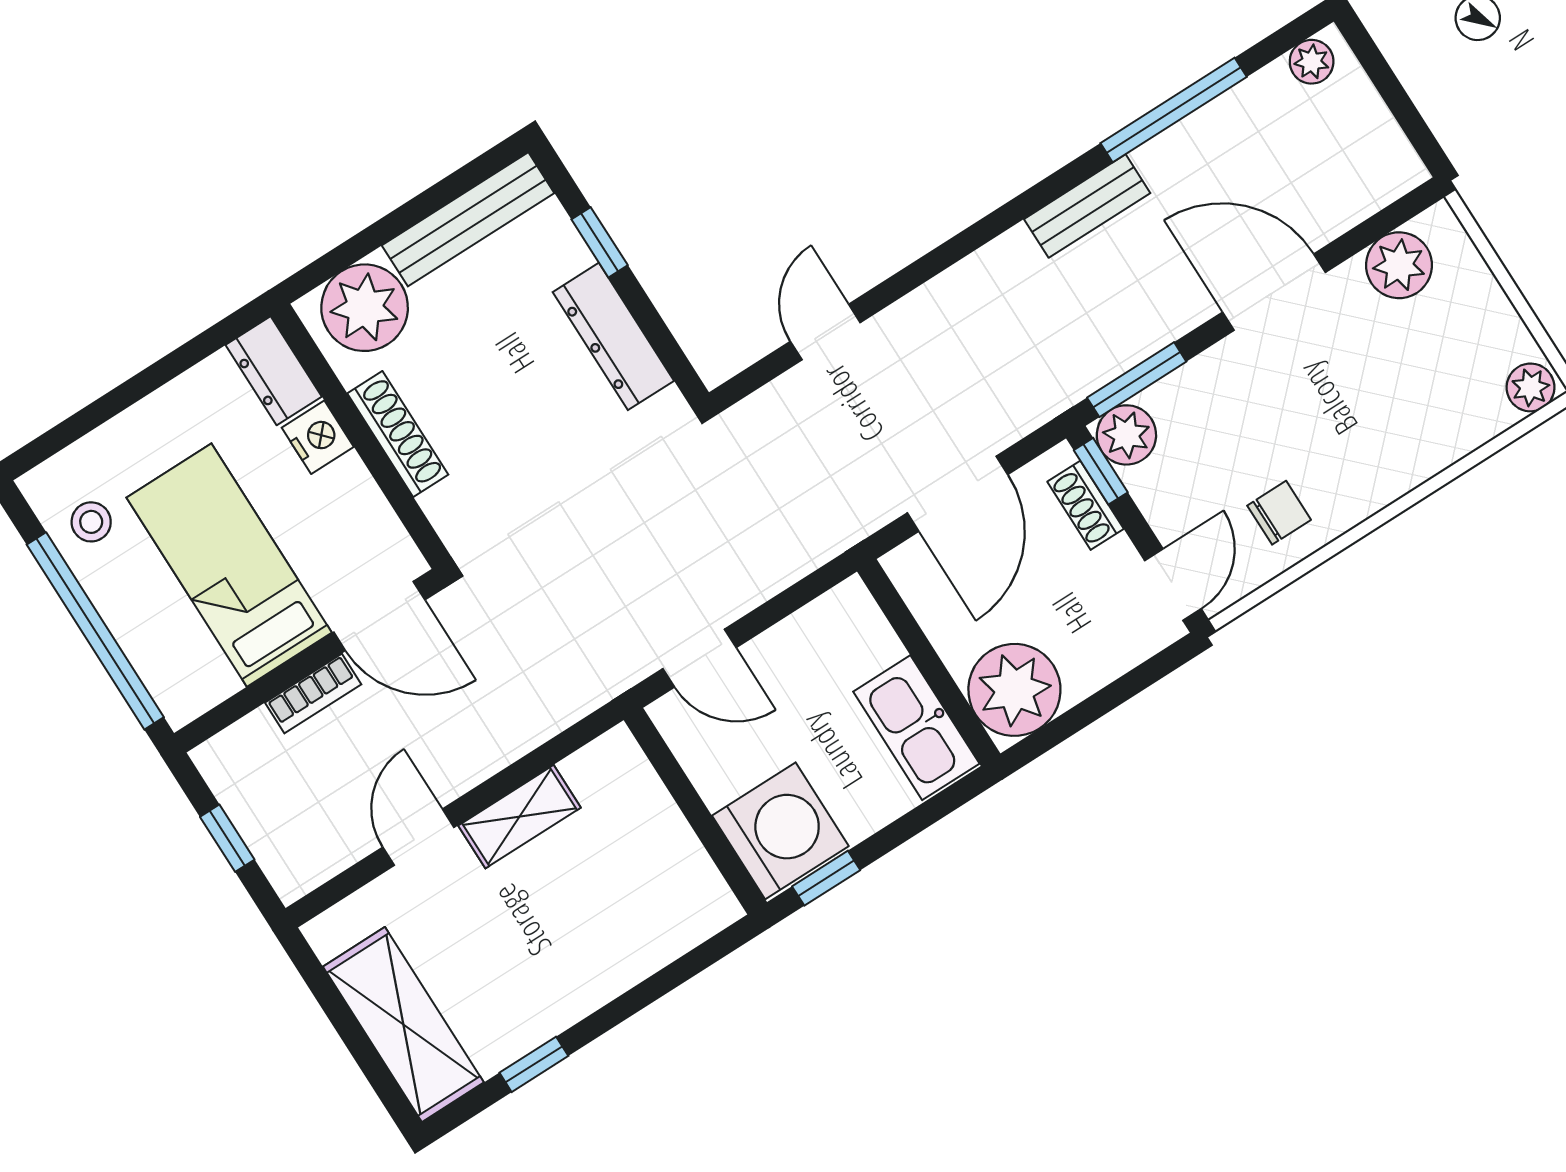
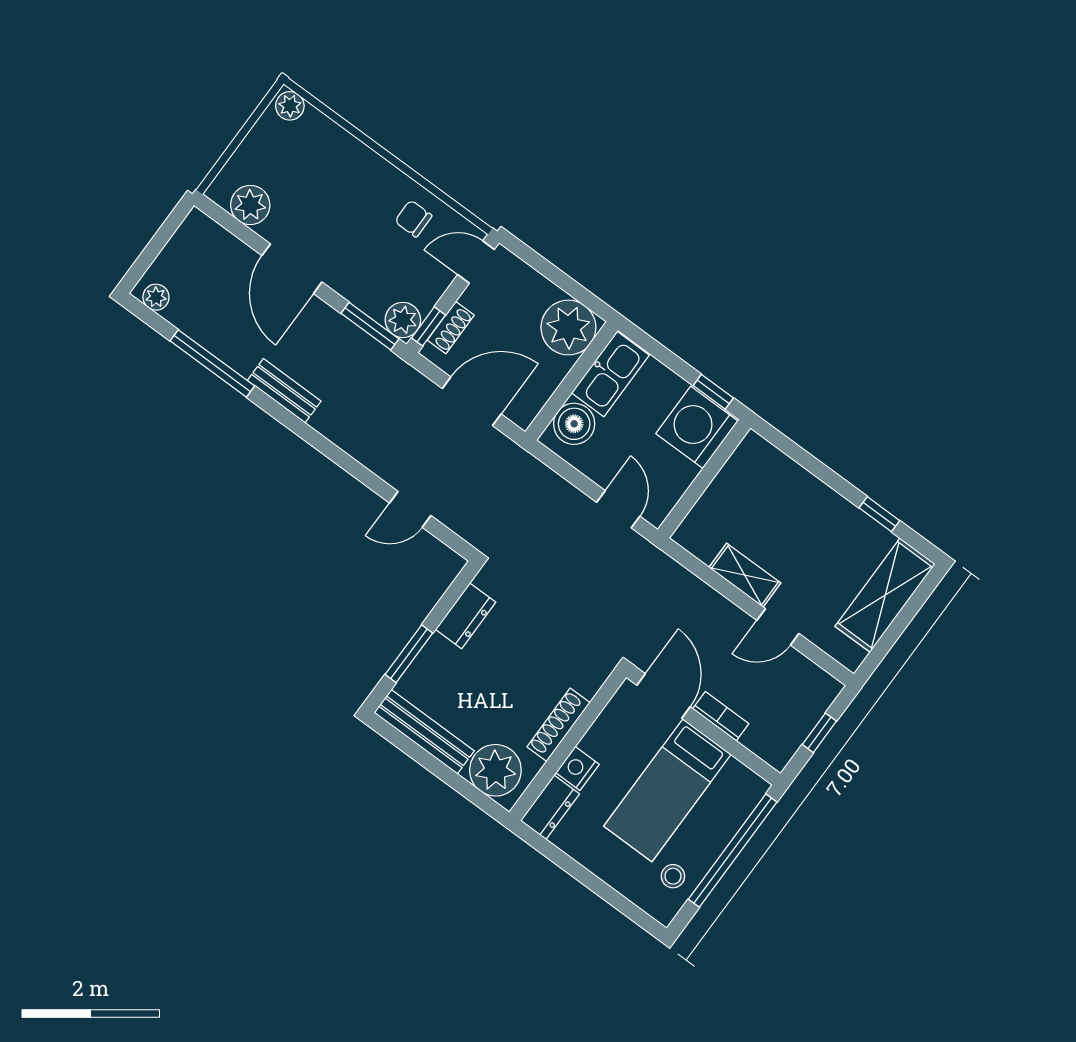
window: (600, 242) -> (409, 654), width x1.50
dresser: (613, 336) -> (466, 616), width x0.70
boiler: (860, 641) -> (574, 424), added

